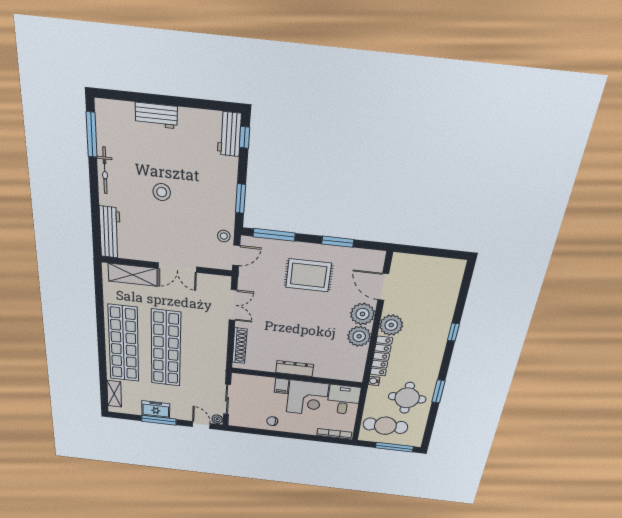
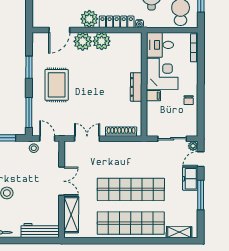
freezer: (156, 409) -> (190, 179), moved

